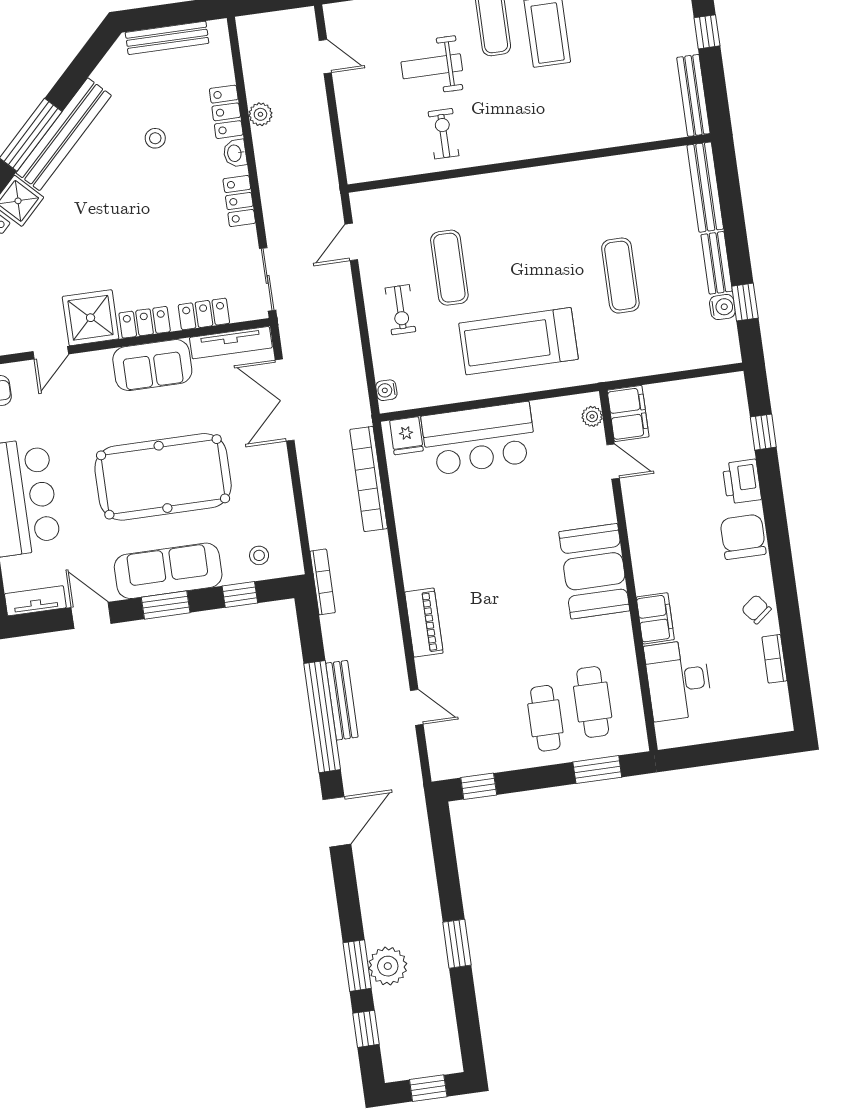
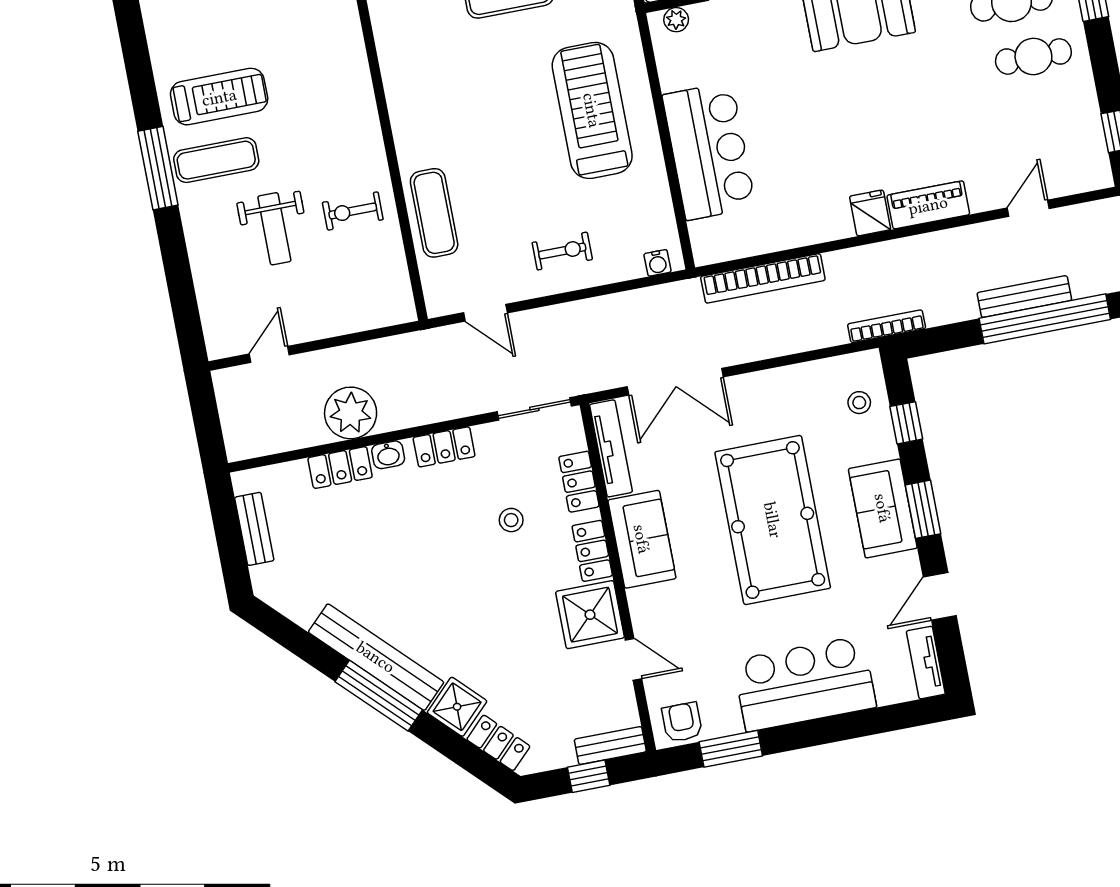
bench: (167, 38) -> (254, 529), width x0.73
plant: (260, 114) -> (351, 413), width x1.88, depth x1.88
stool: (155, 138) -> (511, 520), moved
exercise mat: (449, 268) -> (434, 213), moved, turned 90
treadmill: (519, 341) -> (592, 110), turned 180
fridge: (406, 436) -> (870, 213), moved, turned -90
sofa: (168, 571) -> (883, 508), width x0.73

